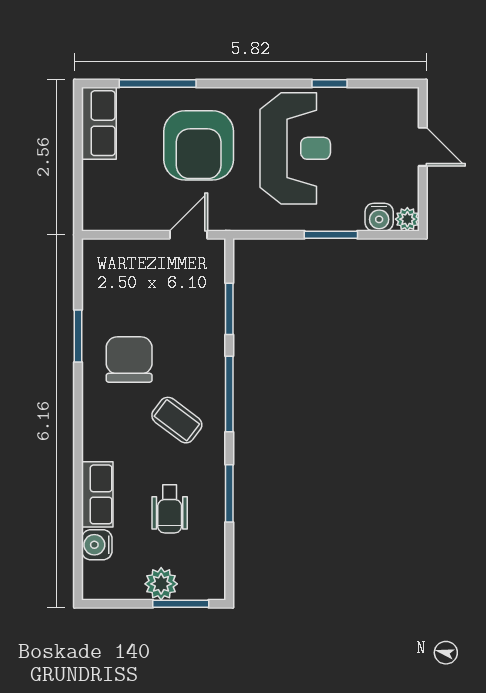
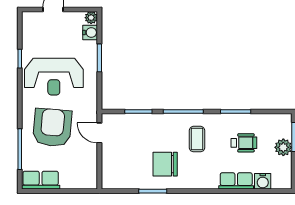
armchair: (199, 145) -> (52, 128), turned -85
reception desk: (295, 148) -> (54, 77), turned 180
coffee table: (177, 420) -> (197, 139), turned -37

